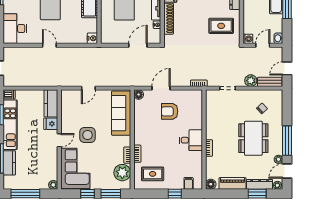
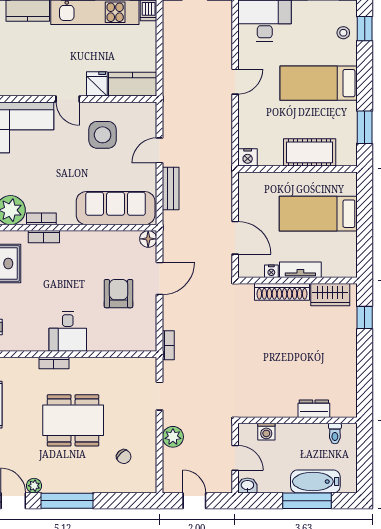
rug: (221, 26) -> (269, 385), removed
washing machine: (248, 39) -> (266, 432), moved
bench: (270, 82) -> (171, 189), moved
door: (88, 88) -> (160, 150), hinge flipped
door: (161, 88) -> (160, 278), hinge flipped
side table: (88, 135) -> (103, 135), moved
dining table: (253, 138) -> (73, 420), moved

